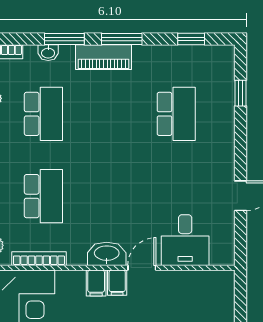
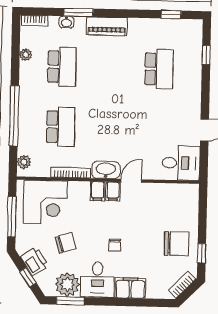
window: (122, 39) -> (120, 13), removed
desk: (185, 240) -> (181, 163), moved, turned -90
bookcase: (39, 259) -> (71, 173), moved

